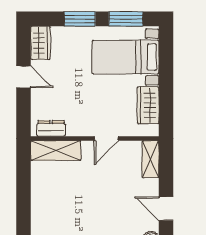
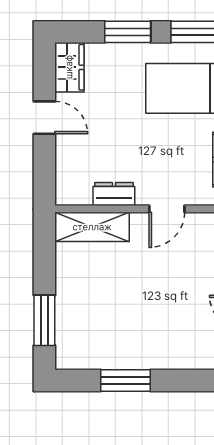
dresser: (51, 128) -> (114, 194), moved
window: (24, 214) -> (44, 320), added

